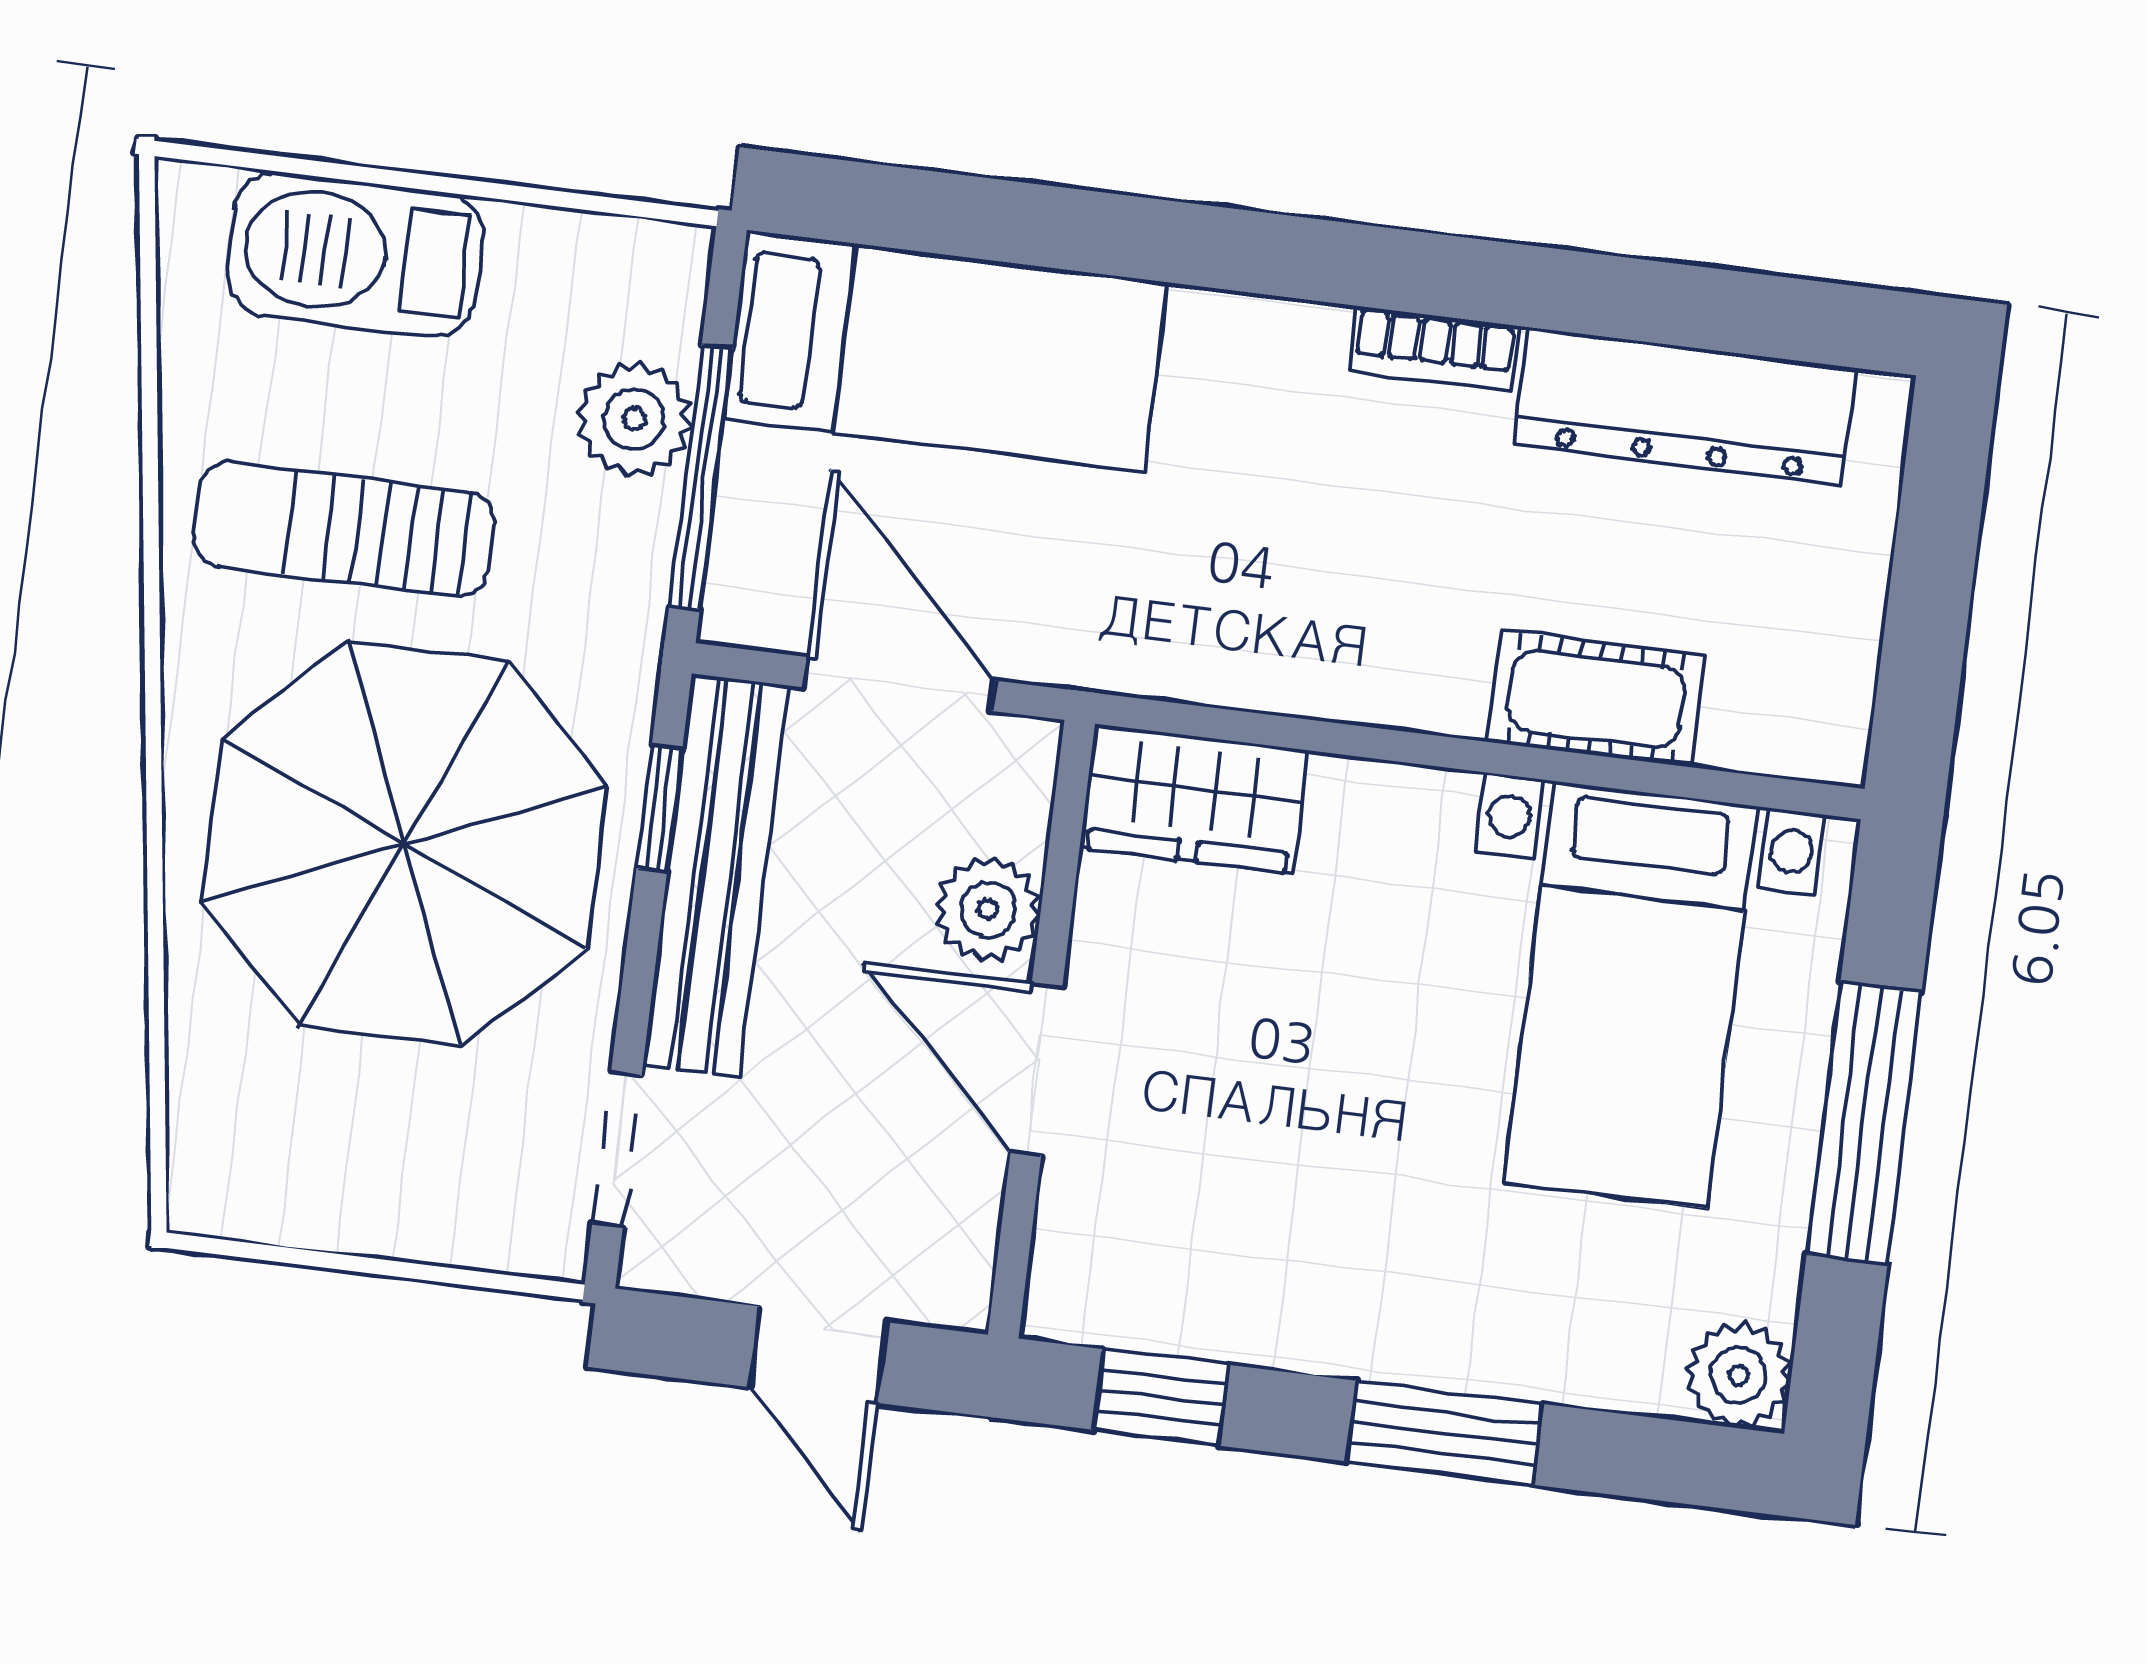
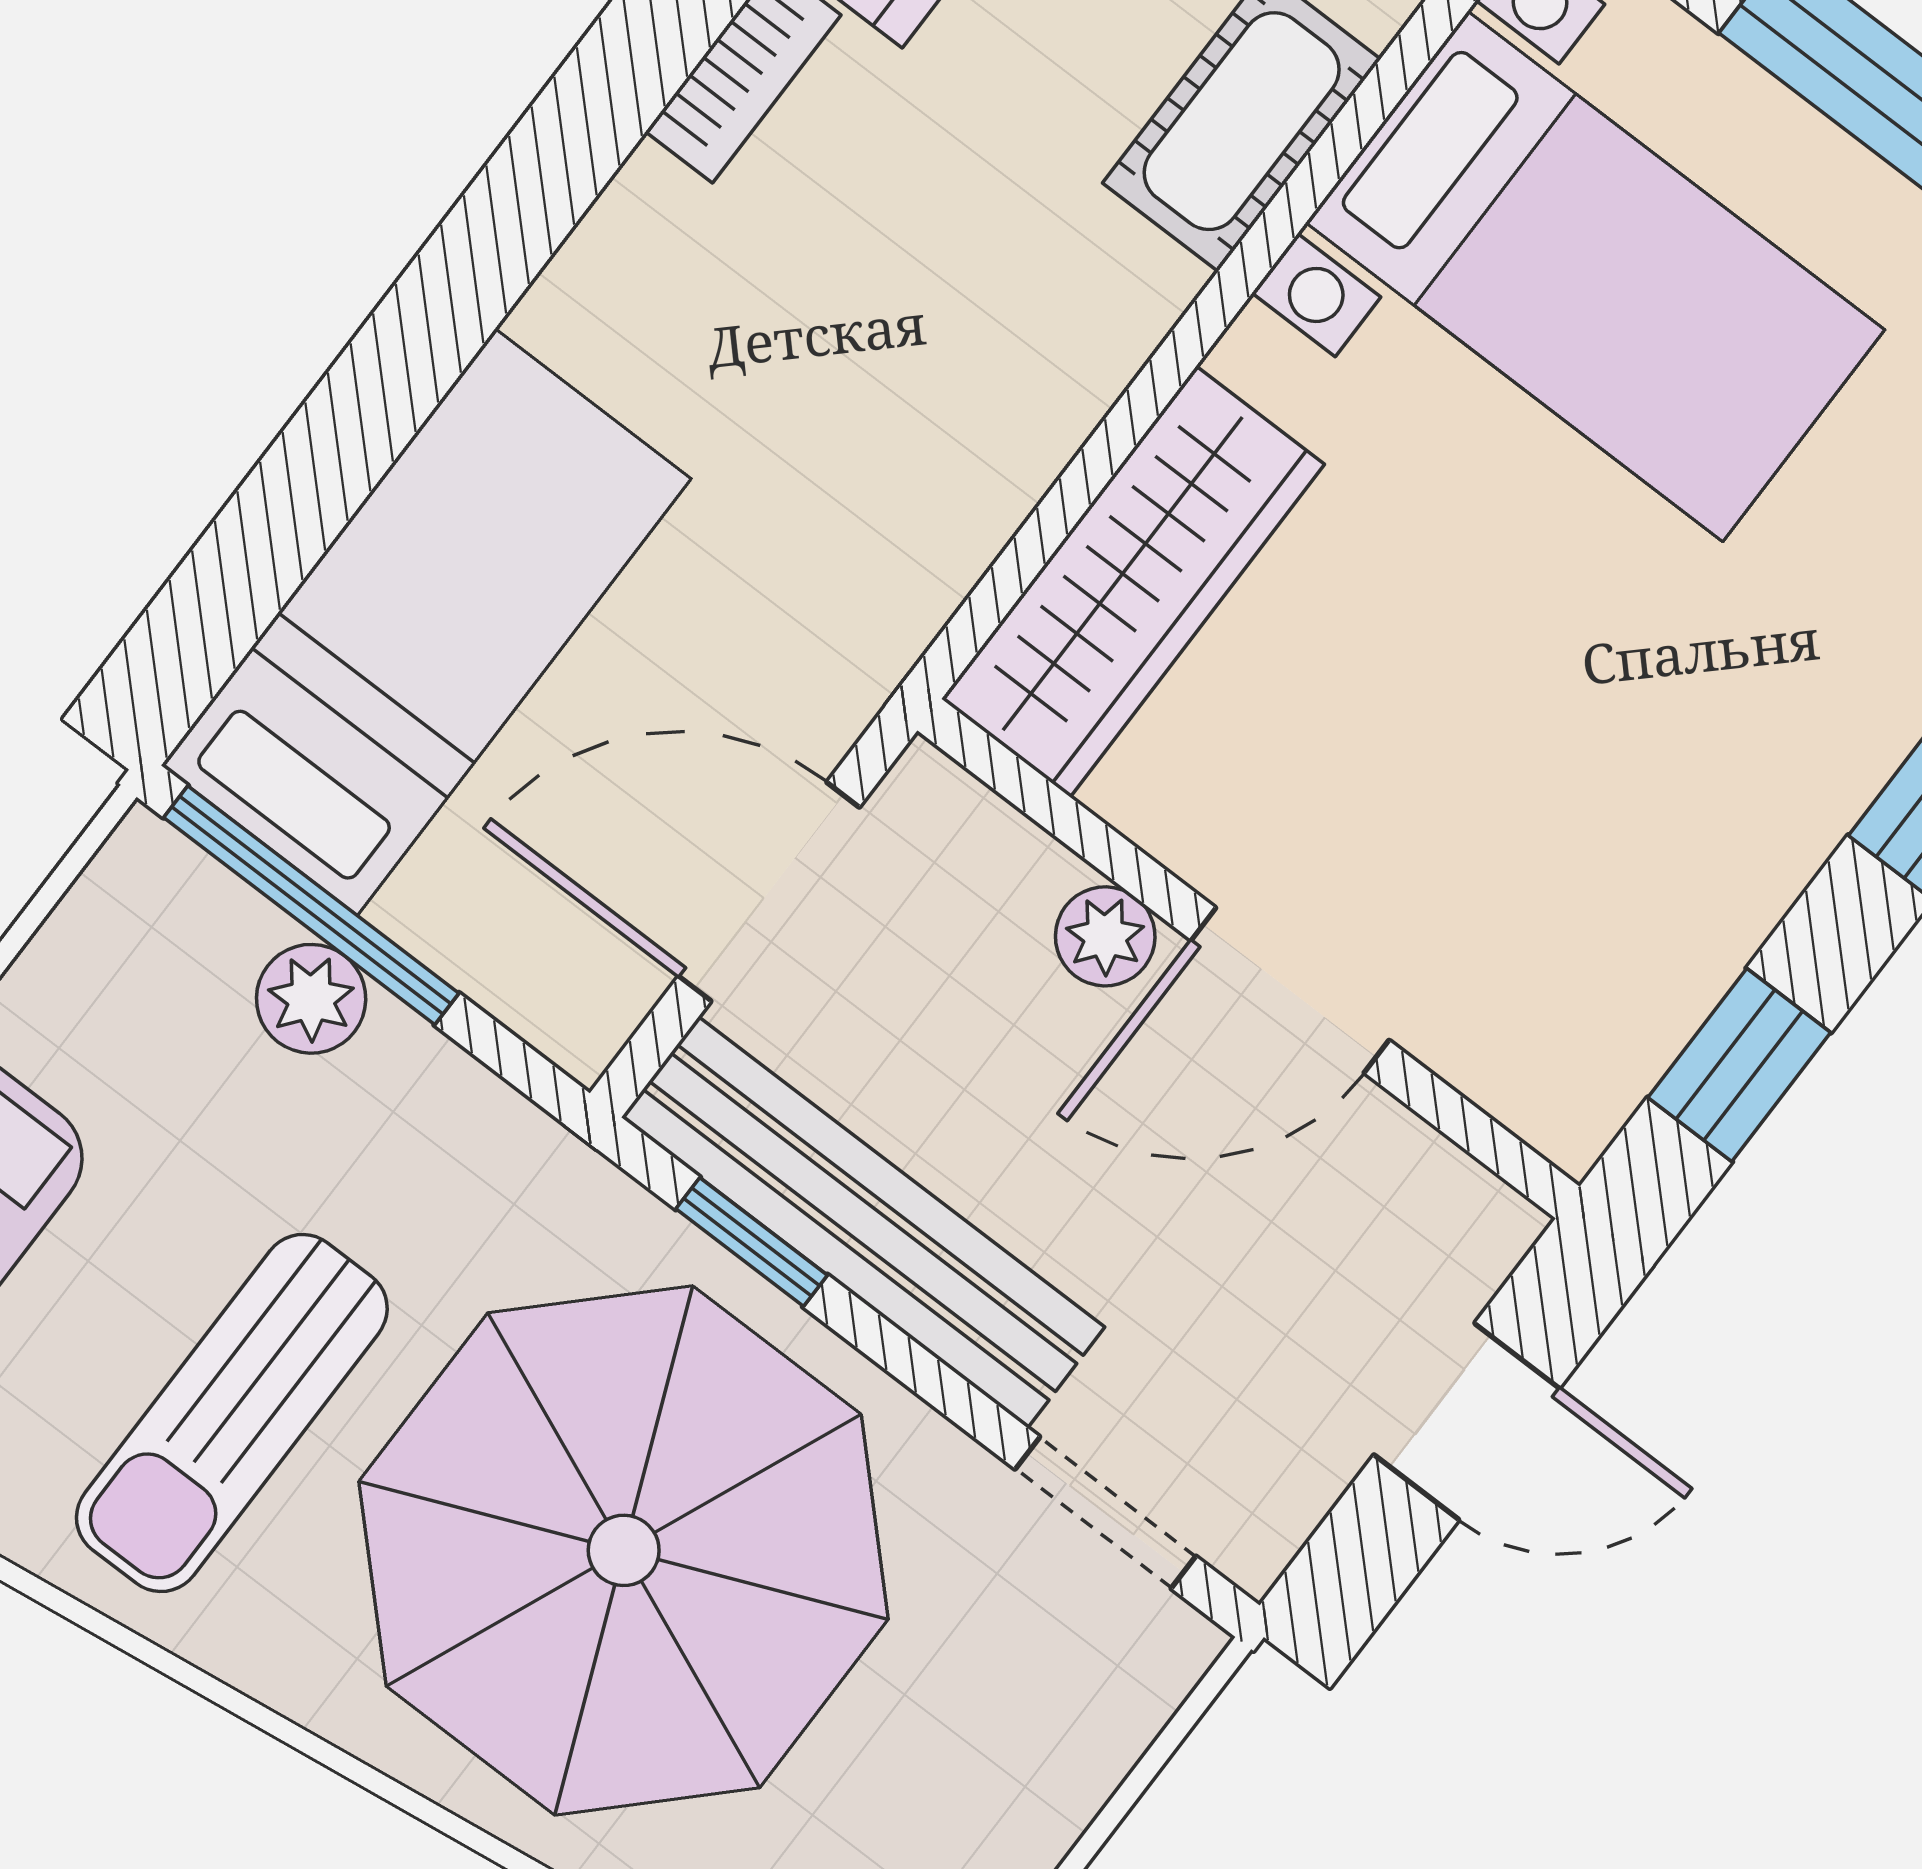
plant: (634, 419) -> (311, 999), width x0.73, depth x0.73
window: (701, 477) -> (311, 905), moved
wardrobe: (1194, 799) -> (1133, 581), width x1.50
plant: (988, 909) -> (1105, 936), width x0.73, depth x0.73

